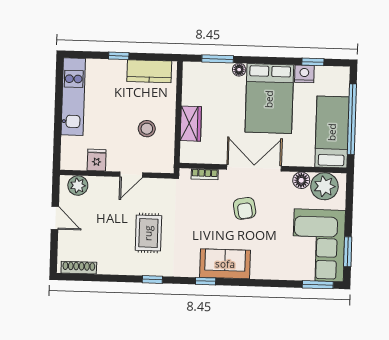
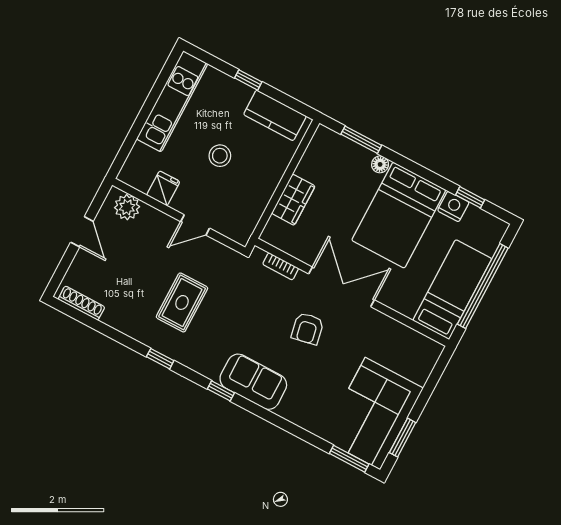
stool: (147, 129) -> (220, 156), moved
floor lamp: (301, 180) -> (389, 328), removed
plant: (324, 186) -> (413, 348), removed

